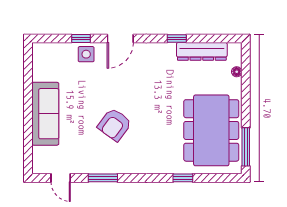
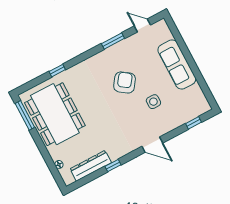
window: (81, 38) -> (193, 123), moved
door: (120, 38) -> (152, 145), swing flipped
side table: (86, 54) -> (153, 102), moved

